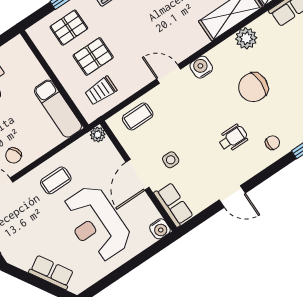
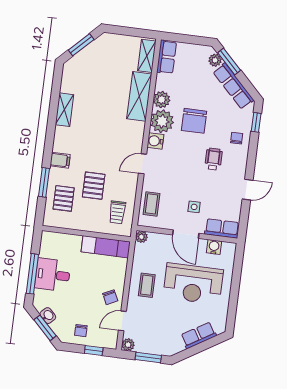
pallet: (93, 56) -> (94, 186), moved
plant: (226, 57) -> (162, 121), added
water cooler: (160, 229) -> (214, 247), moved, turned -90

